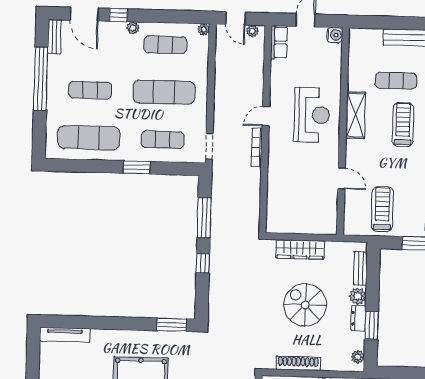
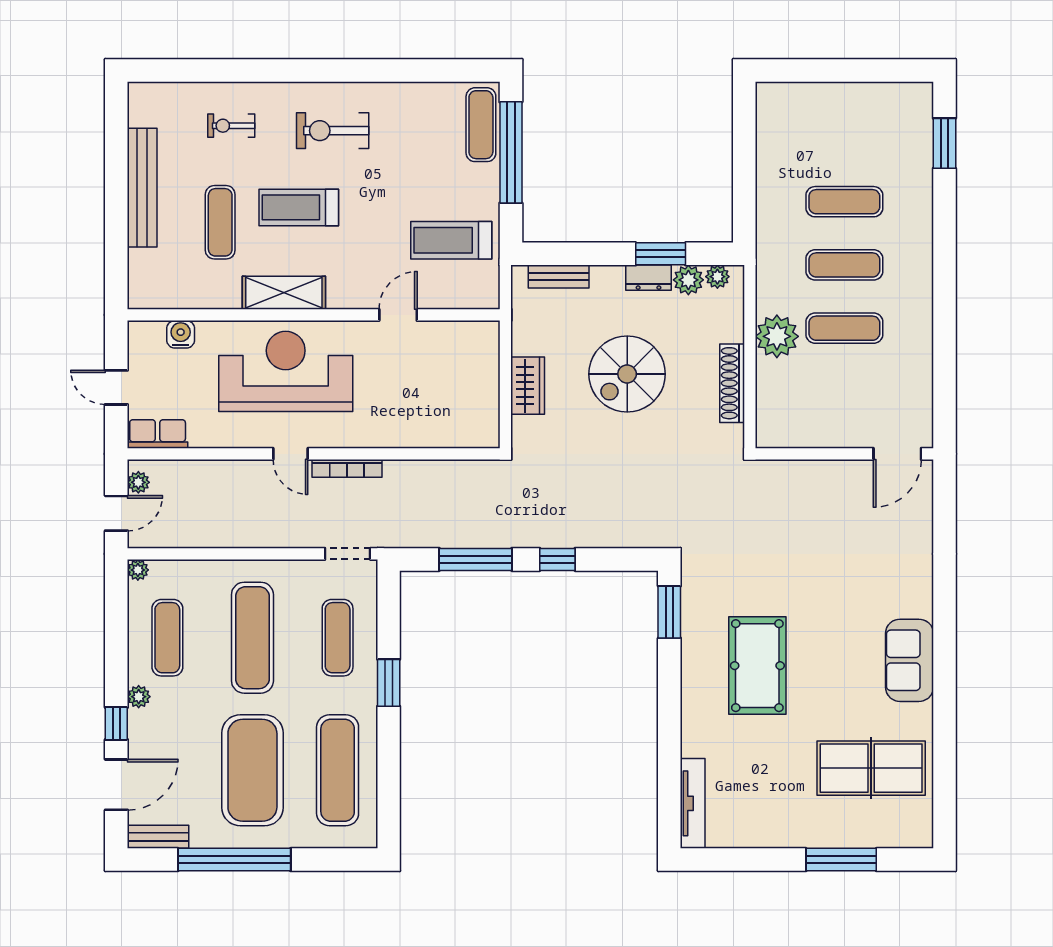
water cooler: (335, 35) -> (181, 334), moved
exercise mat: (90, 90) -> (252, 770), width x2.00, depth x1.45
reception desk: (312, 115) -> (286, 371), width x1.36, depth x1.30
wardrobe: (300, 249) -> (528, 386), width x0.67
plant: (358, 296) -> (688, 280), moved

